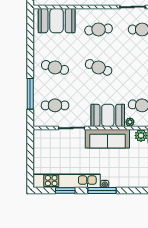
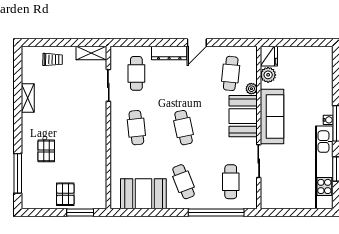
booth: (57, 21) -> (143, 194), moved, turned 90
cafe table: (55, 67) -> (184, 182), turned -36
cafe table: (99, 67) -> (184, 128), turned -33
window: (30, 94) -> (216, 213), width x1.46

